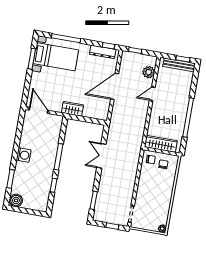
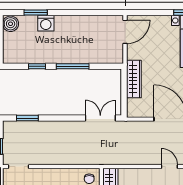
wardrobe: (72, 109) -> (134, 79), width x1.50
washing machine: (24, 155) -> (46, 23), moved
double door: (101, 156) -> (100, 118), moved

